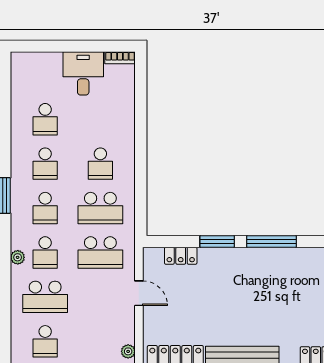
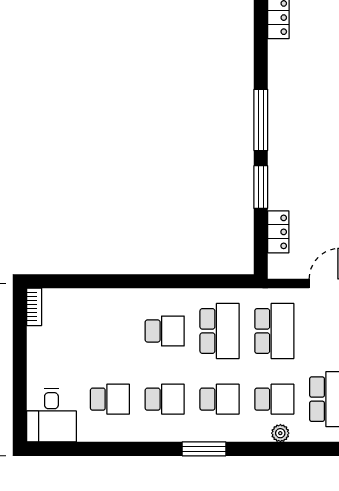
desk: (83, 73) -> (51, 415), moved, turned -90

